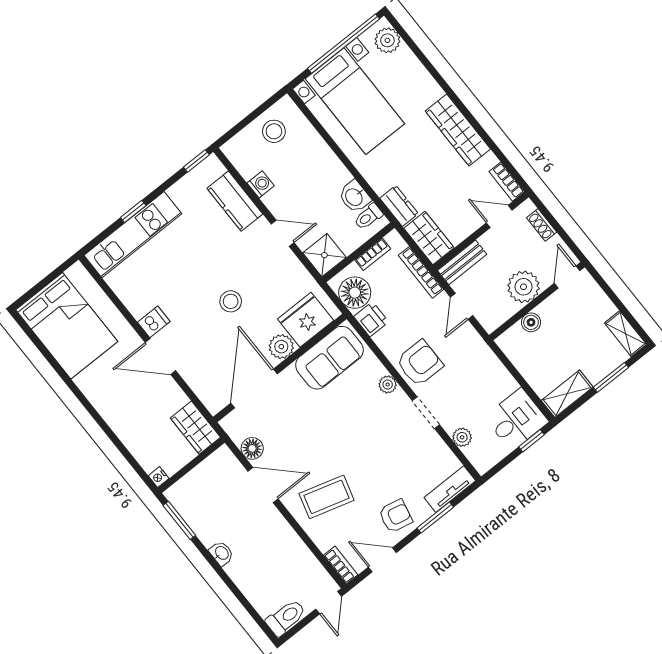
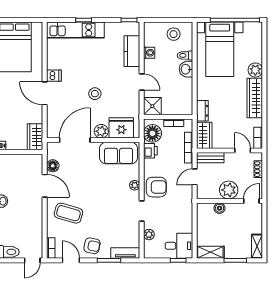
plant: (387, 40) -> (255, 70), moved
washbasin: (354, 197) -> (186, 69), moved
toilet: (368, 217) -> (185, 55), moved

